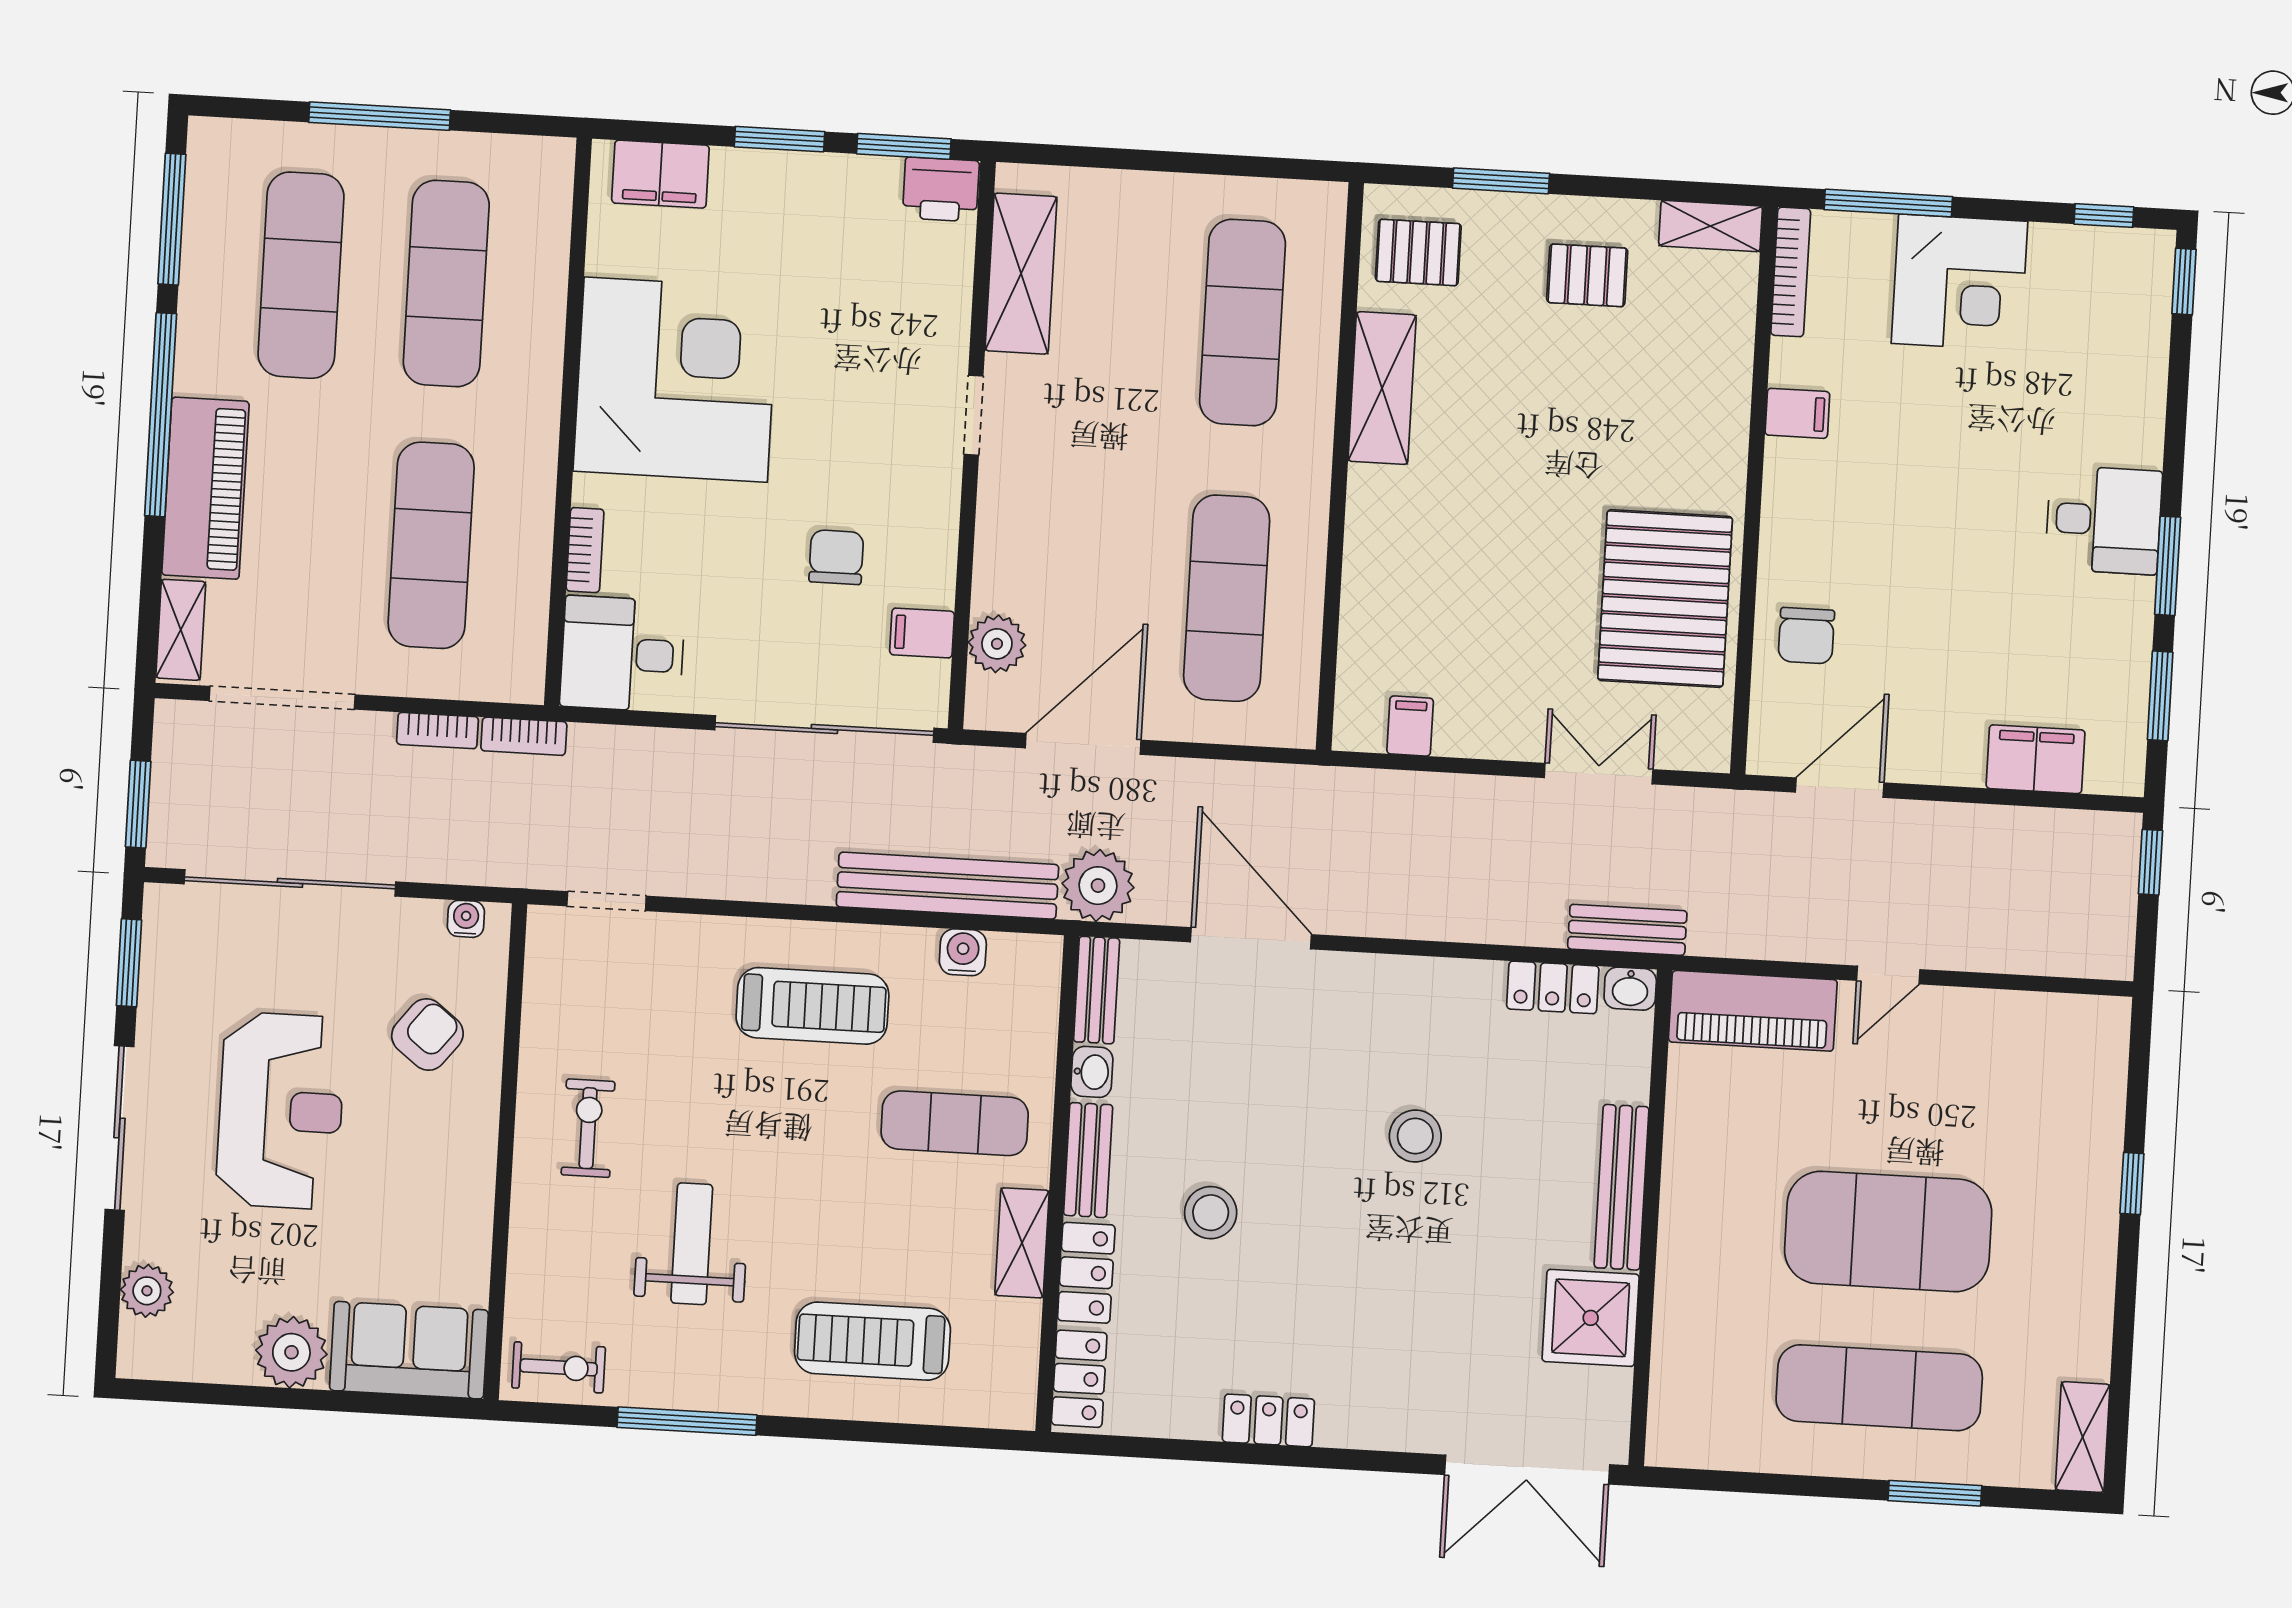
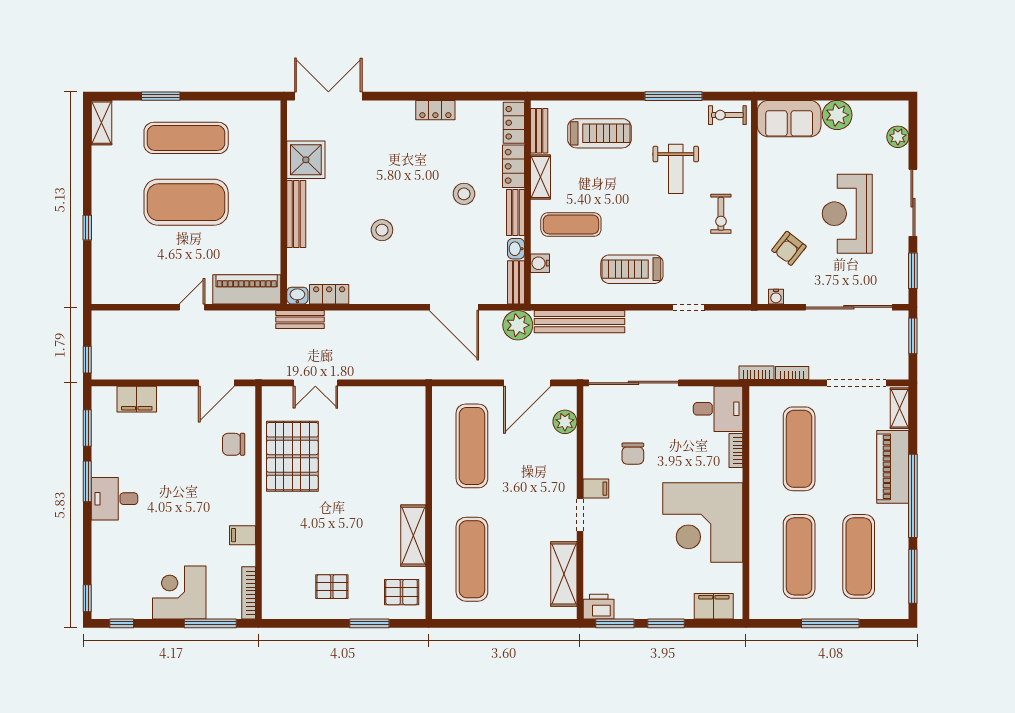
shelving: (1711, 226) -> (283, 610), removed
filing cabinet: (922, 633) -> (596, 489), moved
chair: (1806, 636) -> (234, 444), turned -90
filing cabinet: (1410, 726) -> (394, 398), removed
doorway: (607, 901) -> (689, 307), moved
water cooler: (963, 952) -> (540, 263), moved, turned 90
bench: (1019, 1356) -> (539, 131), added

